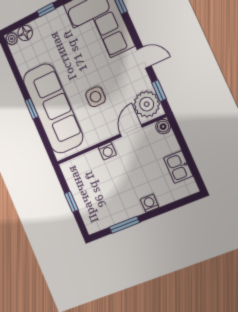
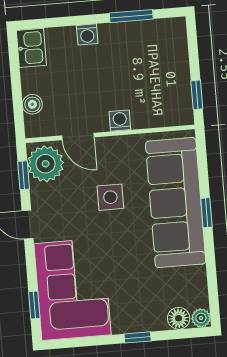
boiler: (163, 127) -> (32, 104), moved
door: (131, 131) -> (78, 136), hinge flipped
kitchen sink: (178, 167) -> (31, 48), moved
window: (71, 202) -> (197, 95), moved

